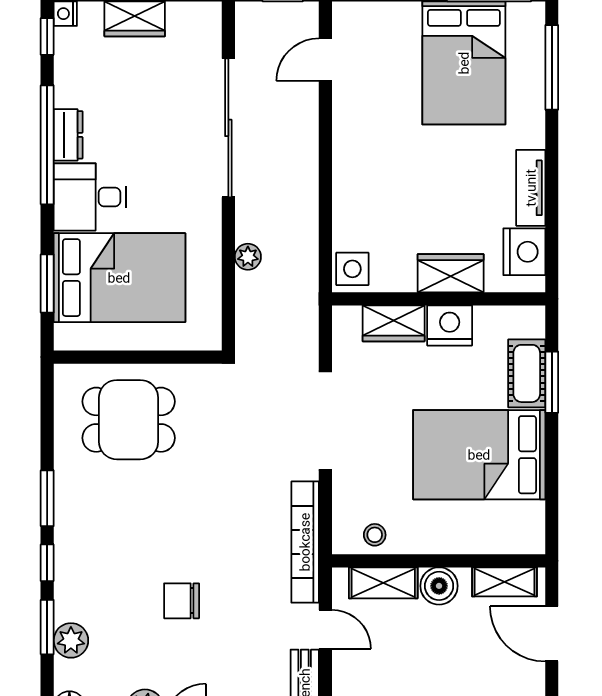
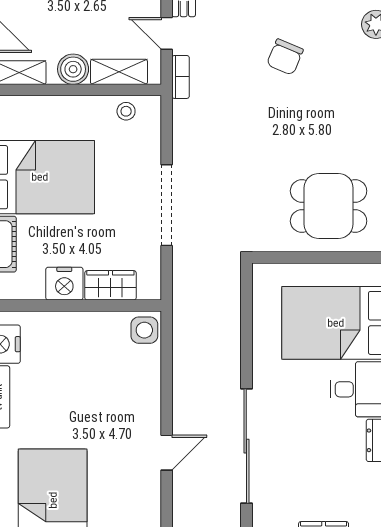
door: (325, 60) -> (167, 453), moved
plant: (248, 257) -> (230, 340), removed
wardrobe: (451, 273) -> (64, 327), removed
bookcase: (305, 542) -> (181, 77), width x0.43, depth x0.76
chair: (182, 601) -> (285, 57), turned 113

